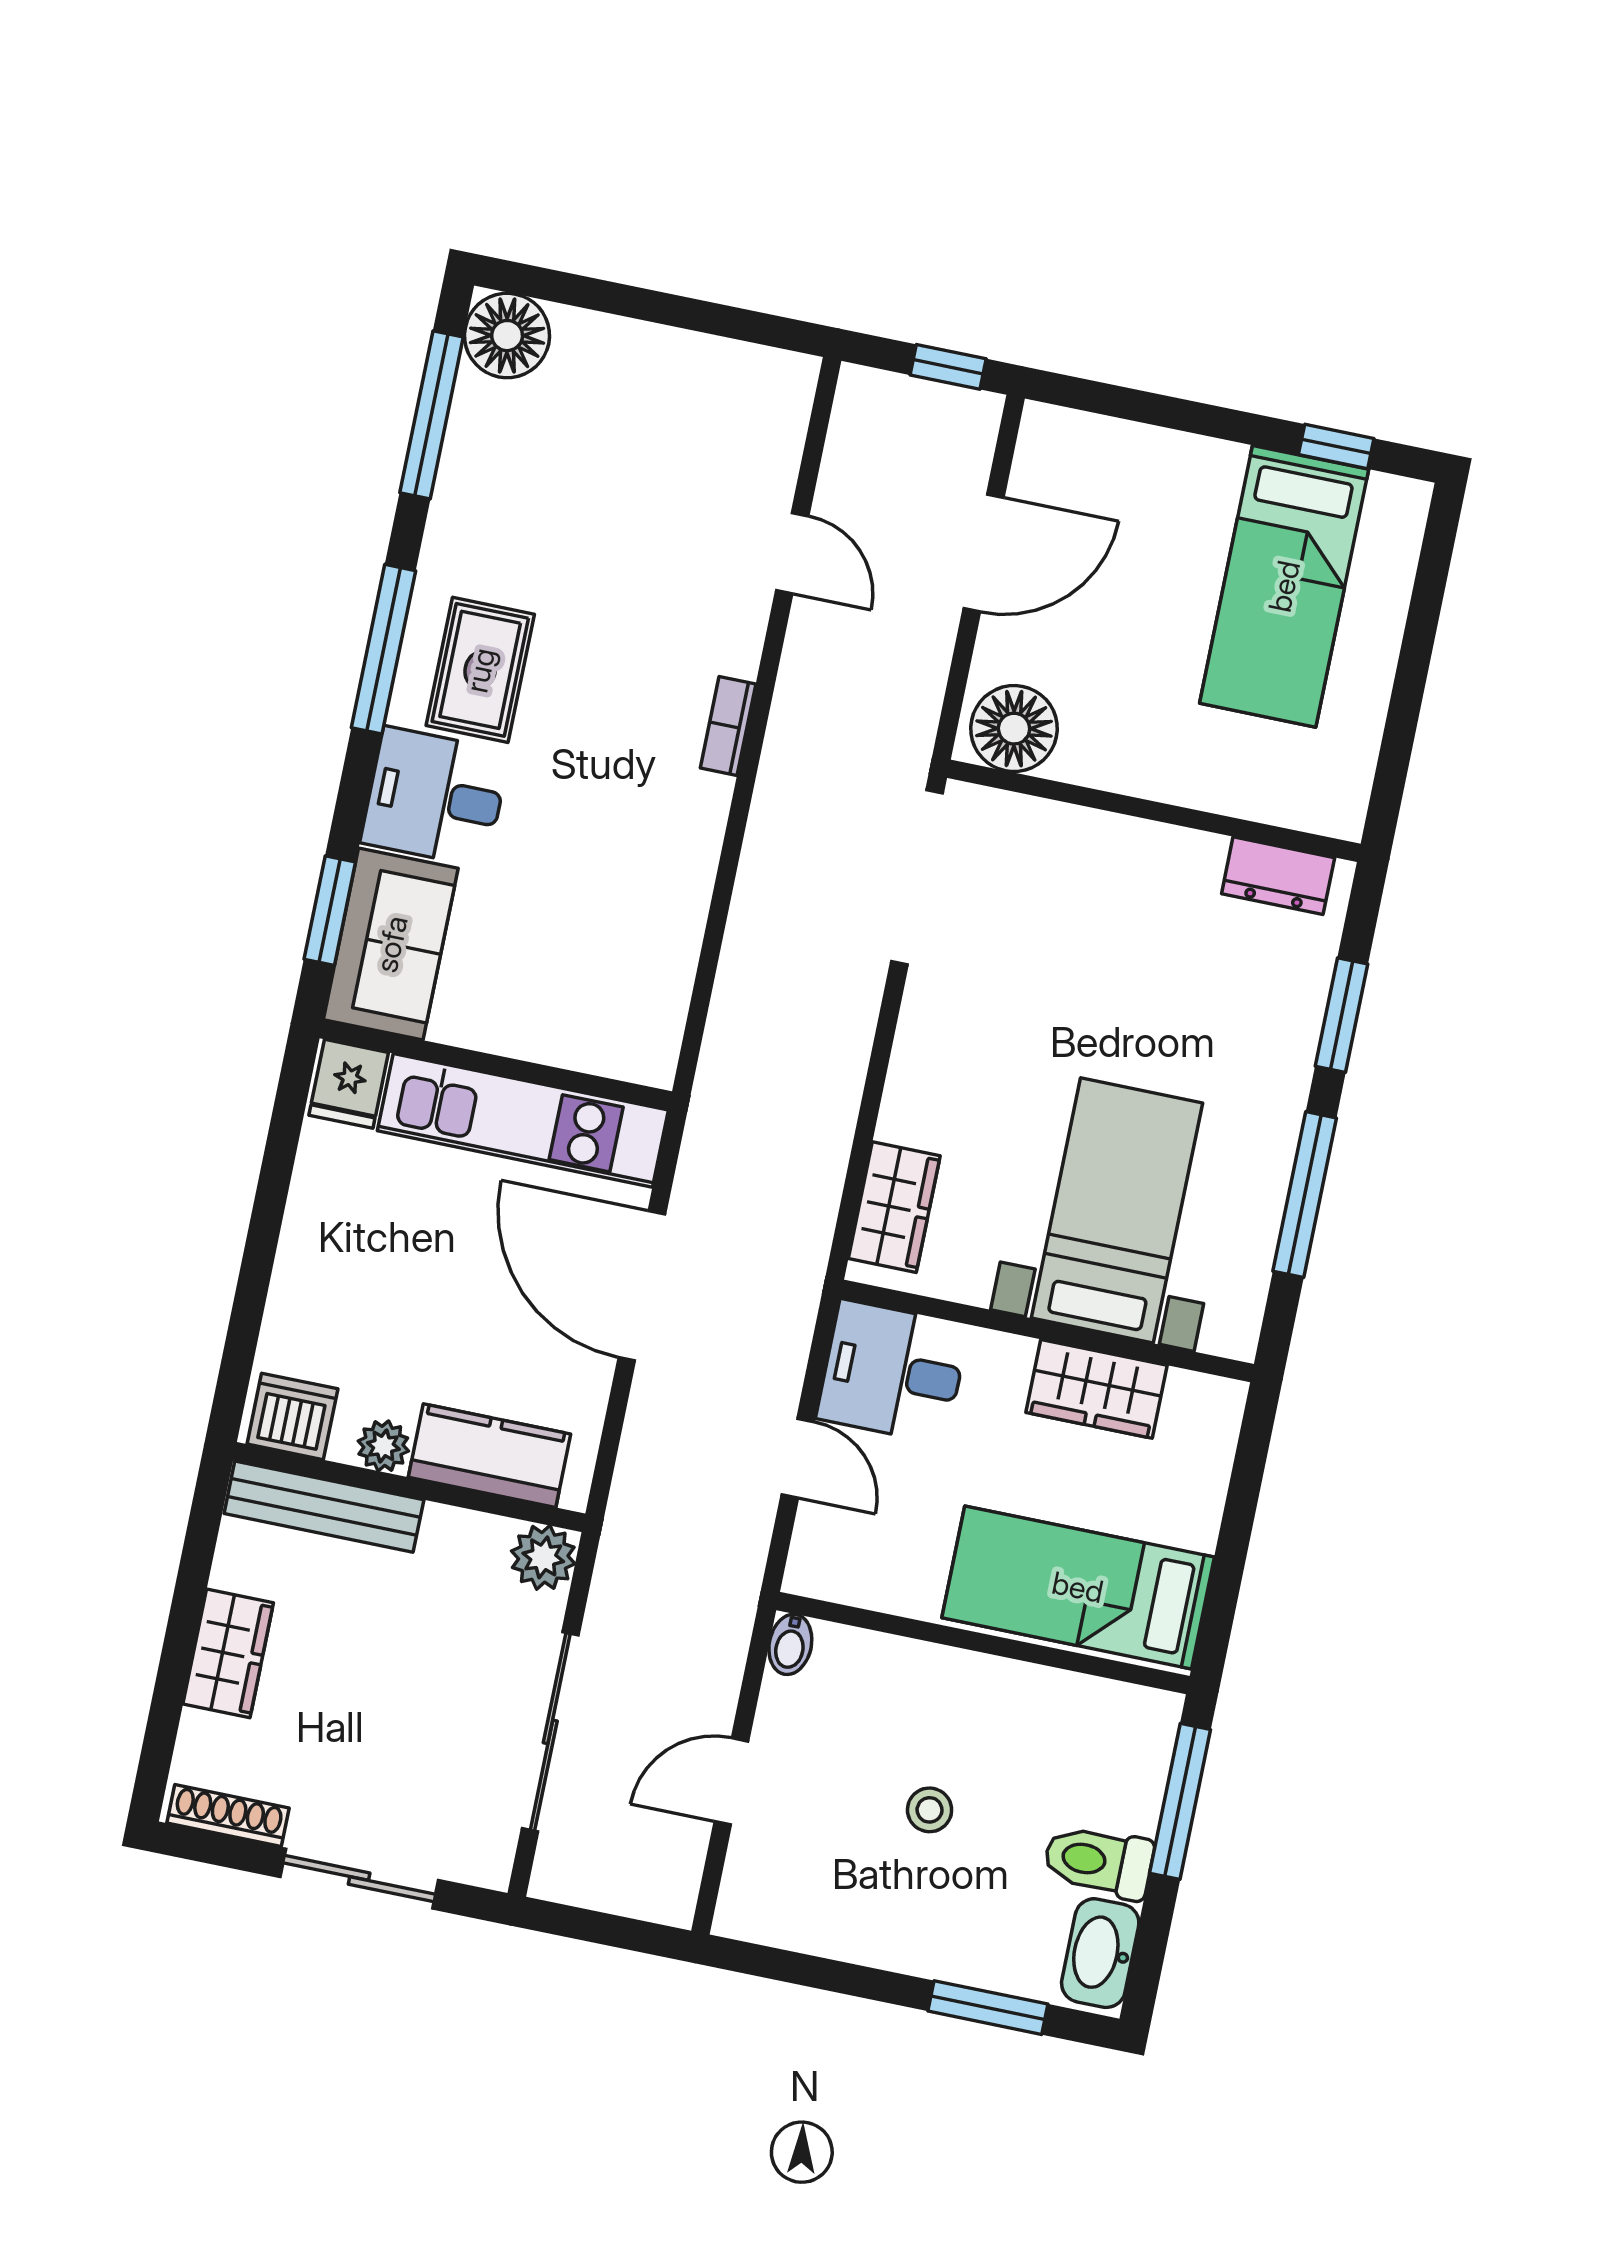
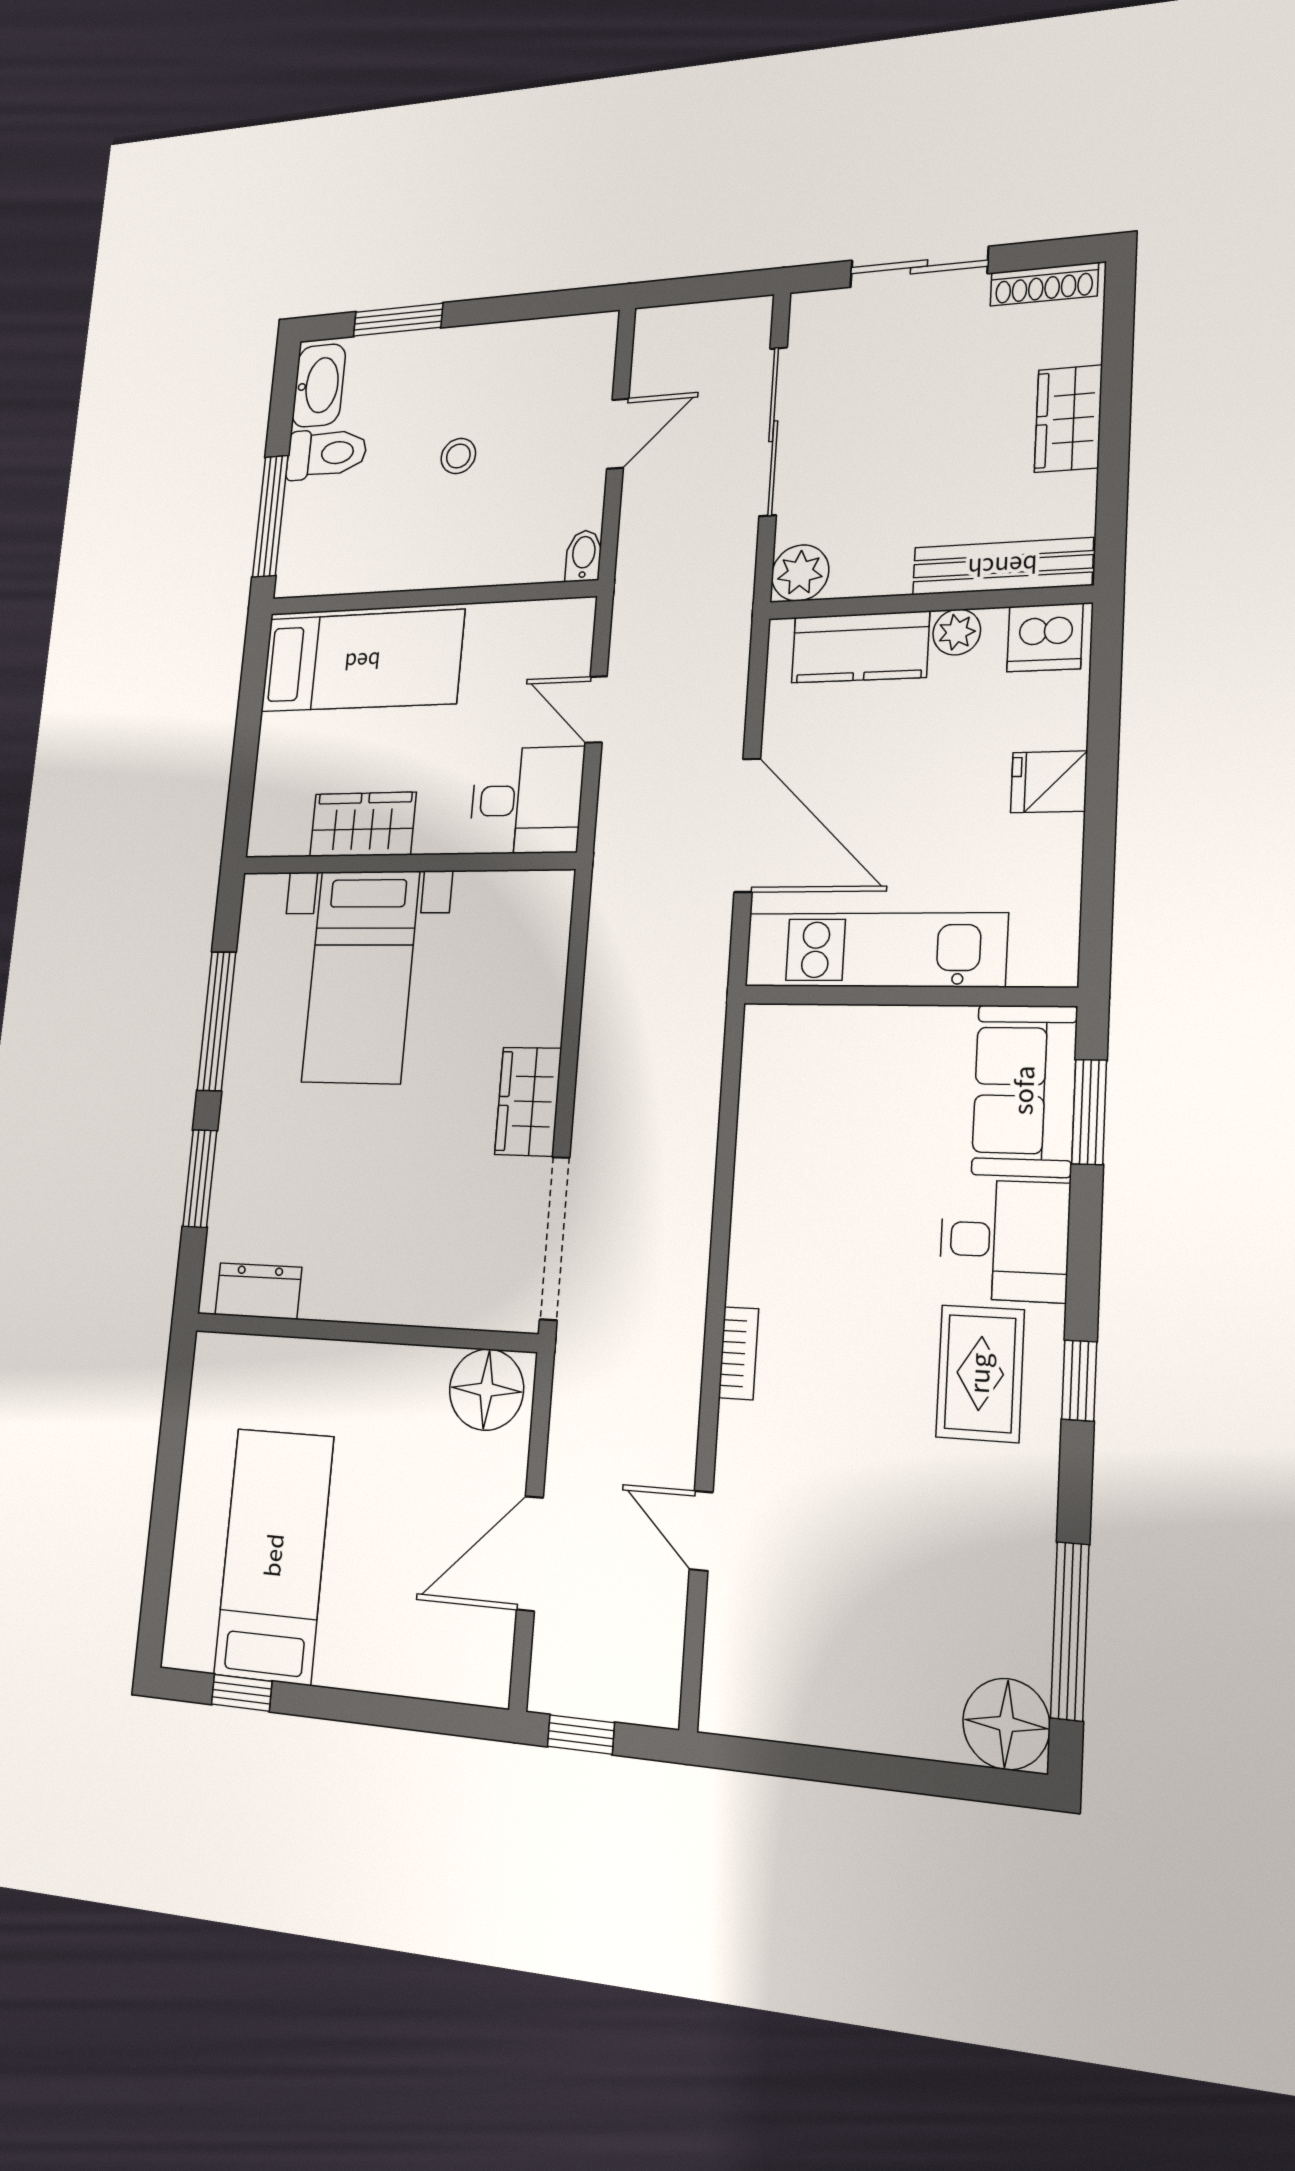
window: (383, 649) -> (1079, 1380), width x0.46
fridge: (349, 1084) -> (1049, 782), moved, turned -90
wardrobe: (894, 1207) -> (528, 1101), moved

